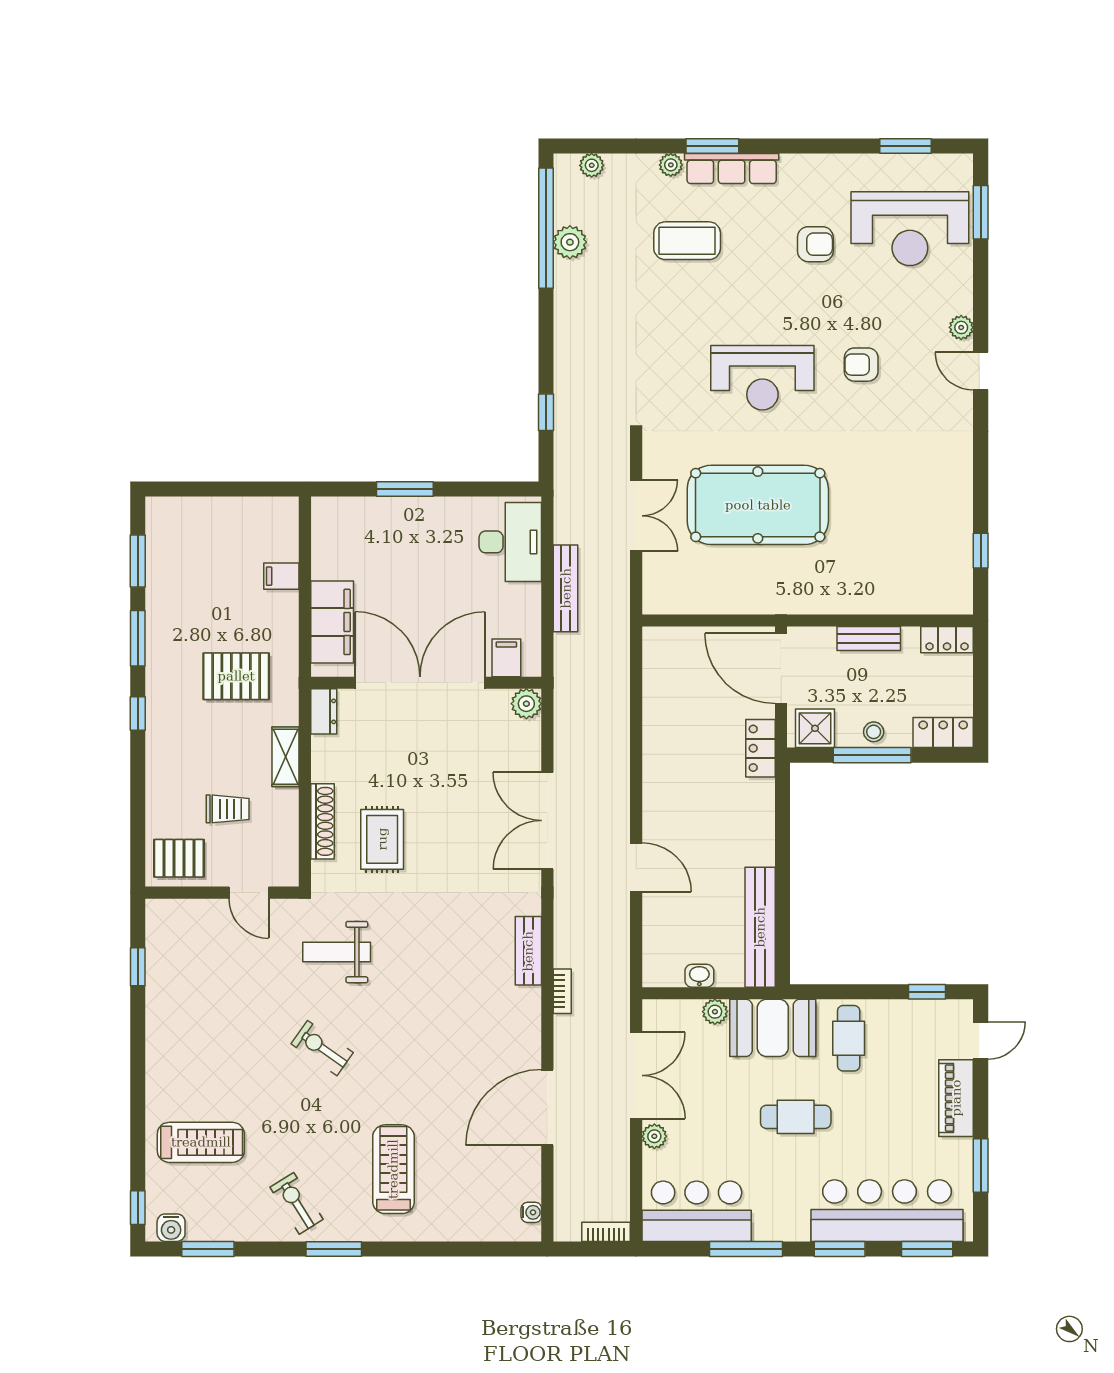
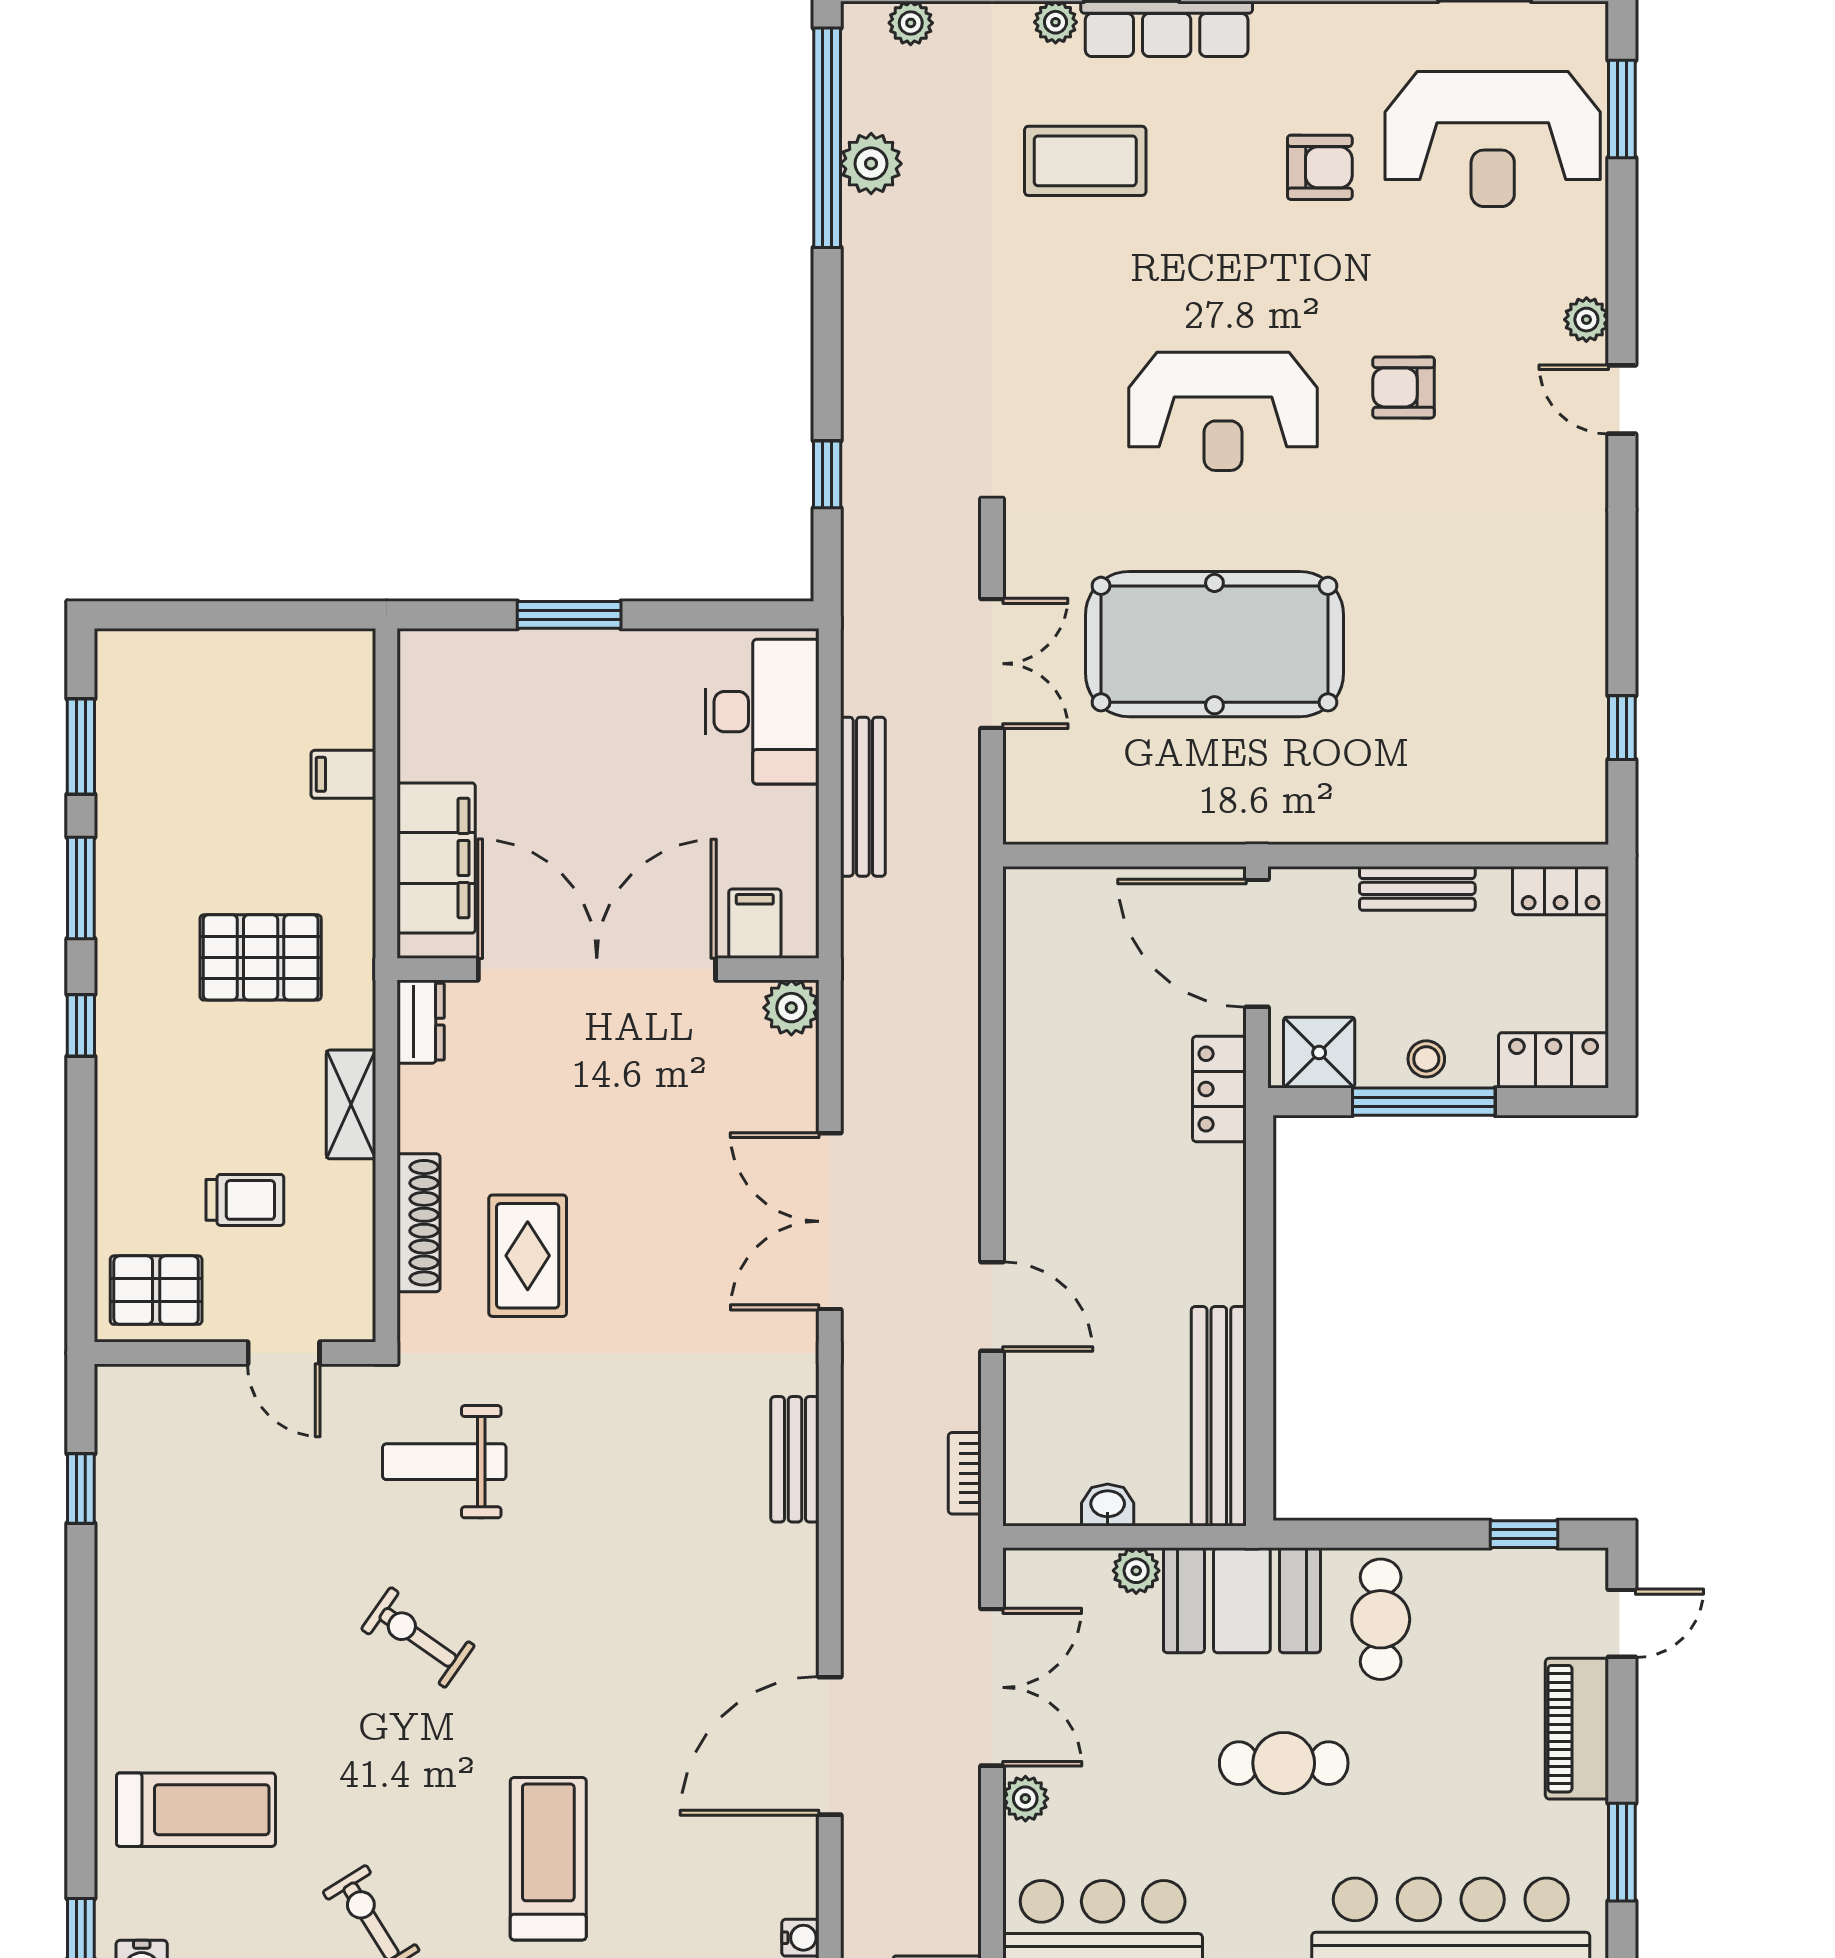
bookcase: (562, 991) -> (965, 1473), moved, turned 180

